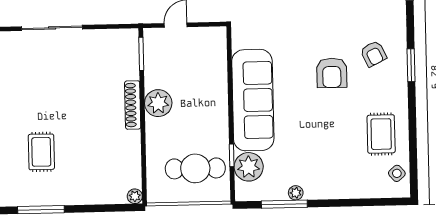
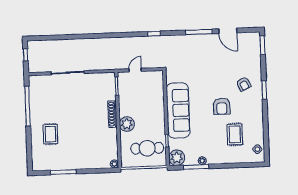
armchair: (332, 73) -> (222, 106), moved
plant: (158, 103) -> (127, 124), moved
rug: (381, 134) -> (235, 134), moved
rug: (41, 152) -> (50, 134), moved
plant: (249, 167) -> (177, 158), moved

